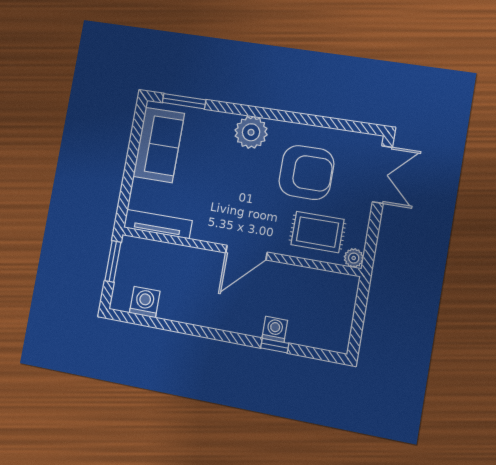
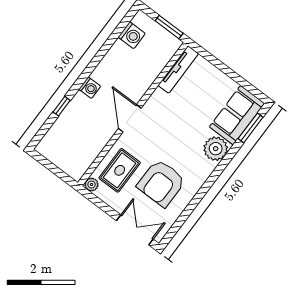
plant: (251, 132) -> (216, 149), moved
sofa: (159, 145) -> (237, 115), moved, turned 90
double door: (382, 175) -> (135, 230), swing flipped
washing machine: (275, 329) -> (90, 88), moved

